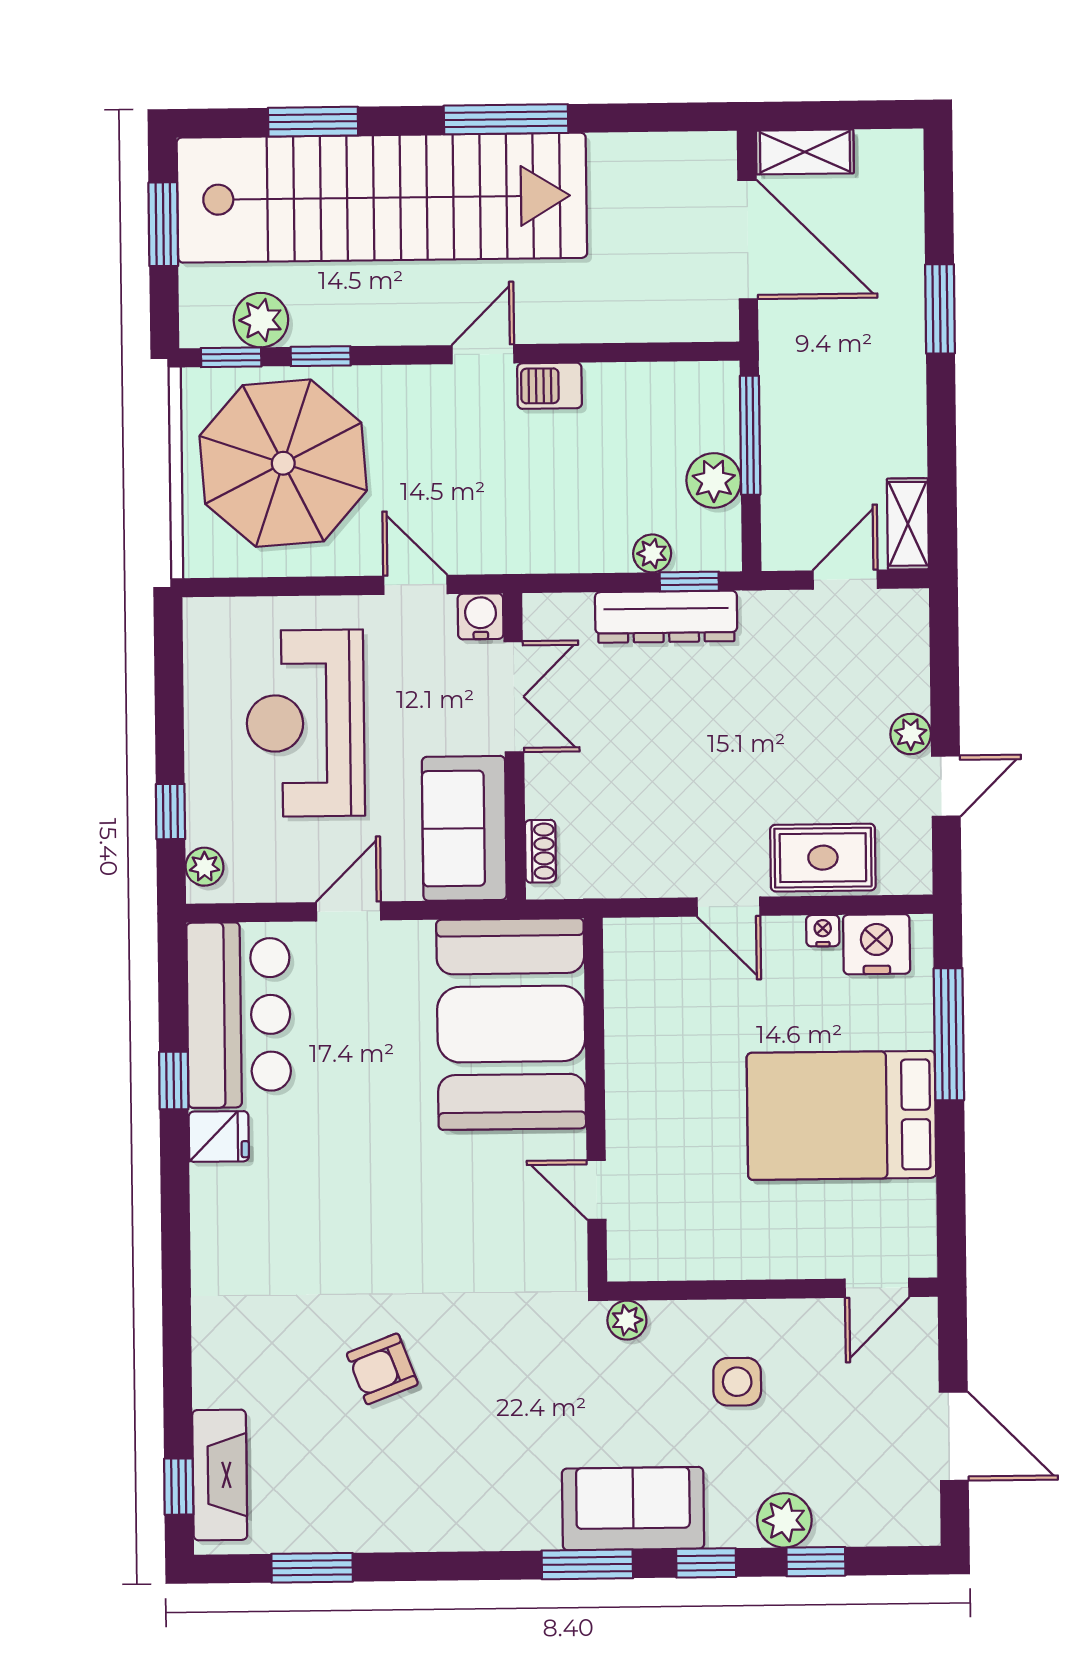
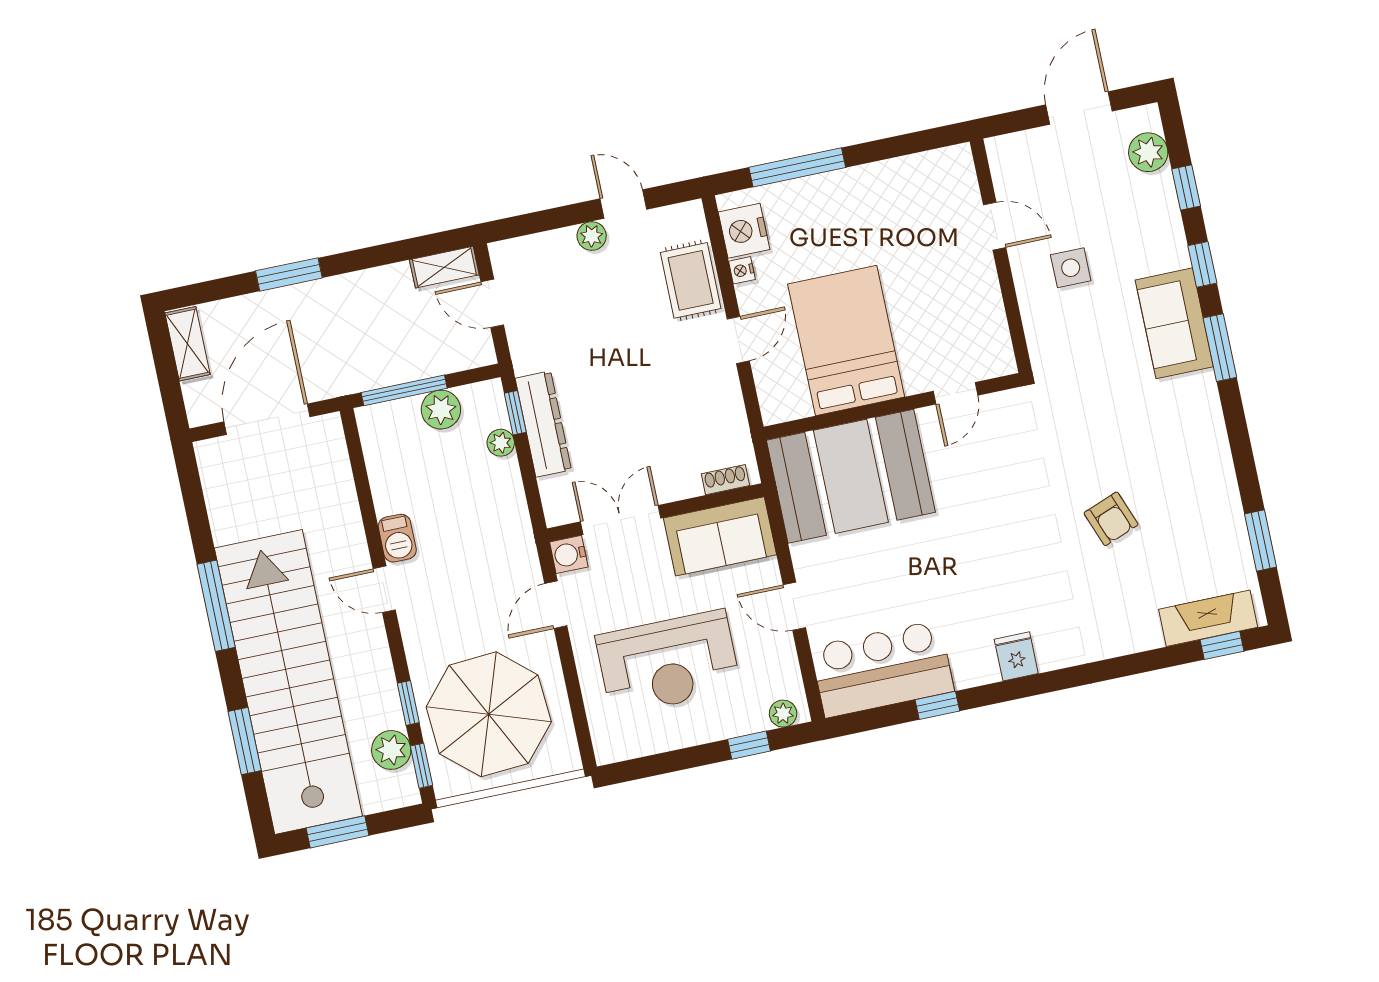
shelving: (805, 152) -> (187, 344), moved
bed: (841, 1115) -> (846, 340), moved, turned 180
fridge: (219, 1136) -> (1016, 656), moved
door: (877, 1288) -> (995, 226), moved
plant: (627, 1320) -> (1043, 354), removed
plant: (784, 1520) -> (1148, 152), moved

